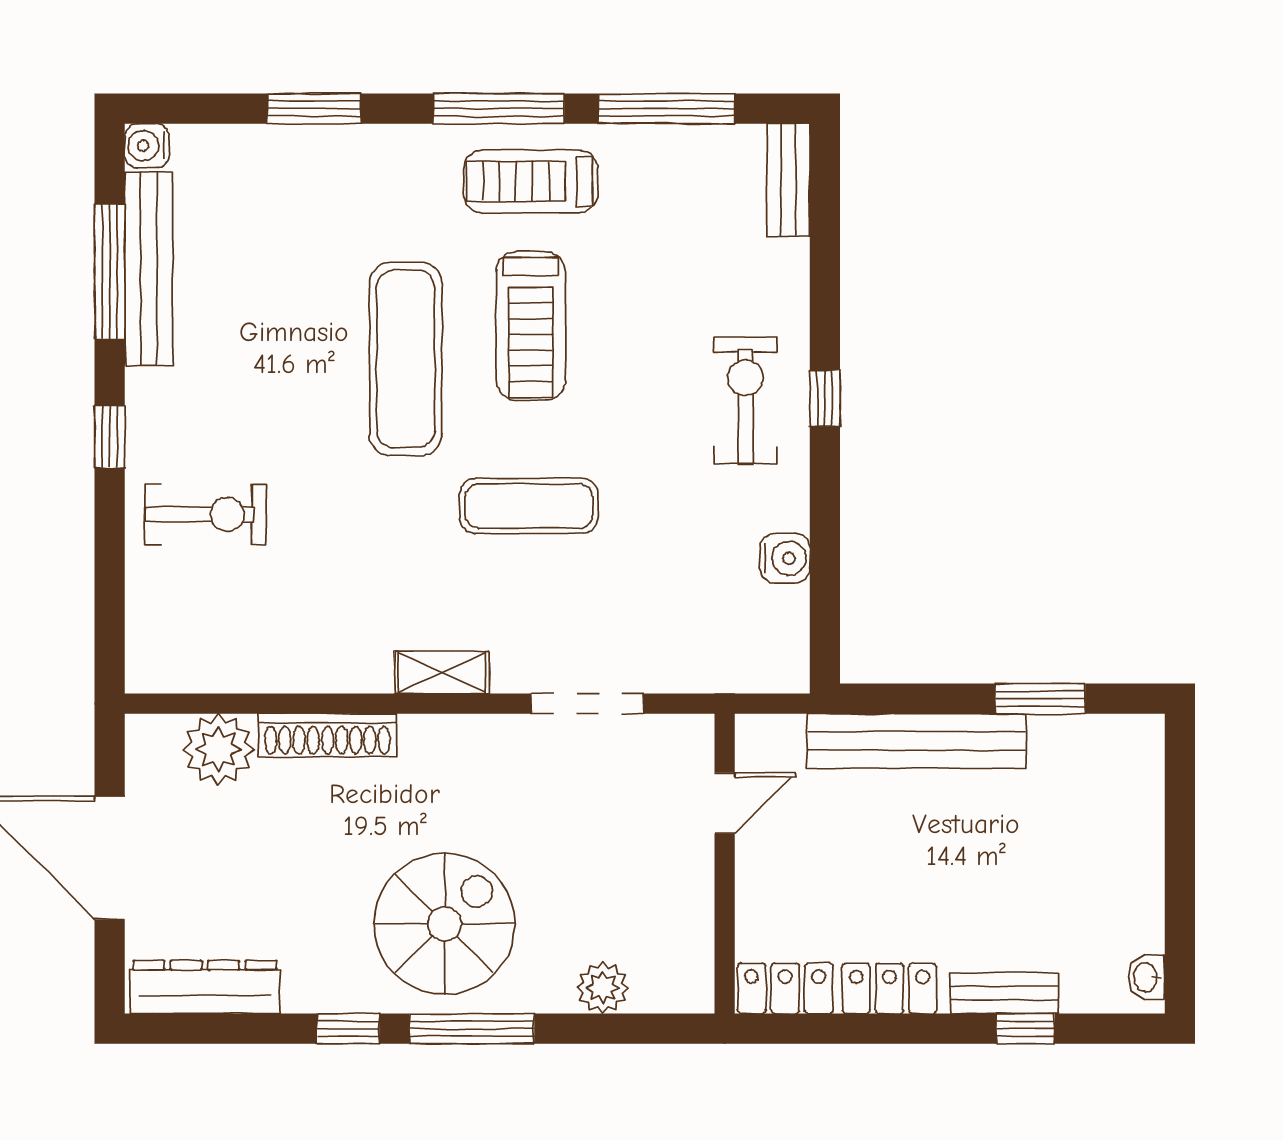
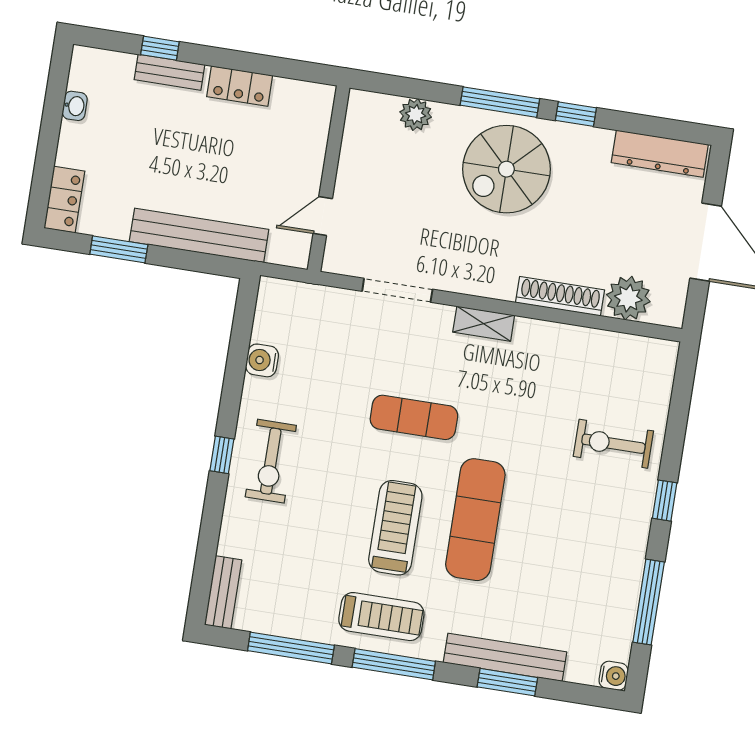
bench: (149, 269) -> (505, 657), moved, turned 90
washbasin: (1147, 977) -> (75, 106), moved
locker: (785, 988) -> (64, 200), moved, turned -90

